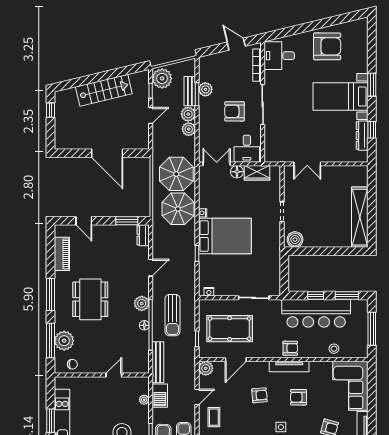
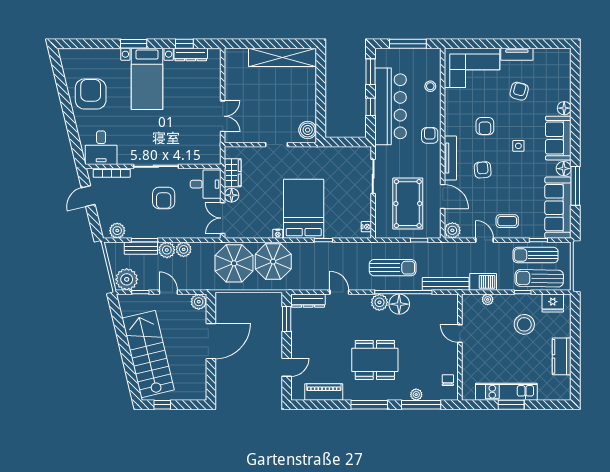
plant: (205, 89) -> (117, 231), moved
stairs: (104, 90) -> (148, 354), width x1.36, depth x1.51
plant: (142, 143) -> (199, 302), added
dresser: (143, 235) -> (308, 301), width x1.44
floor lamp: (144, 325) -> (399, 304), width x1.89, depth x1.89
plant: (64, 341) -> (416, 395), width x0.53, depth x0.53
tv unit: (289, 366) -> (450, 158), moved

